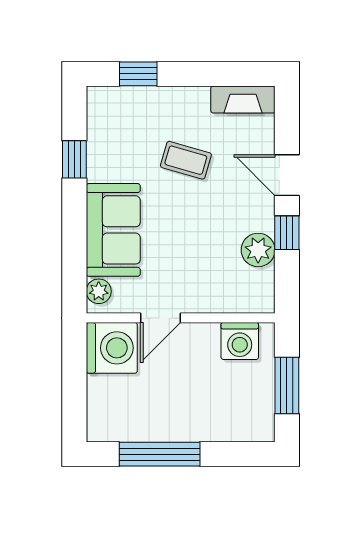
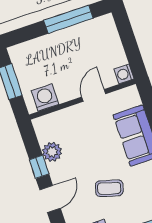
door: (287, 175) -> (50, 199), hinge flipped
plant: (99, 291) -> (133, 99), removed
washing machine: (112, 348) -> (124, 74), width x0.53, depth x0.53

